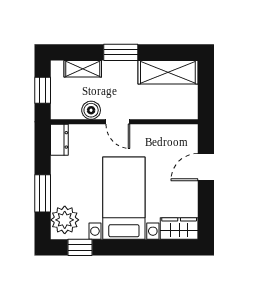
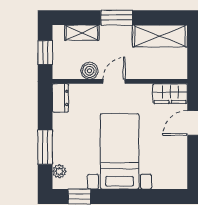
door: (118, 122) -> (114, 81), swing flipped
plant: (65, 220) -> (59, 171), width x0.53, depth x0.53
wardrobe: (179, 229) -> (170, 94), moved, turned 180

